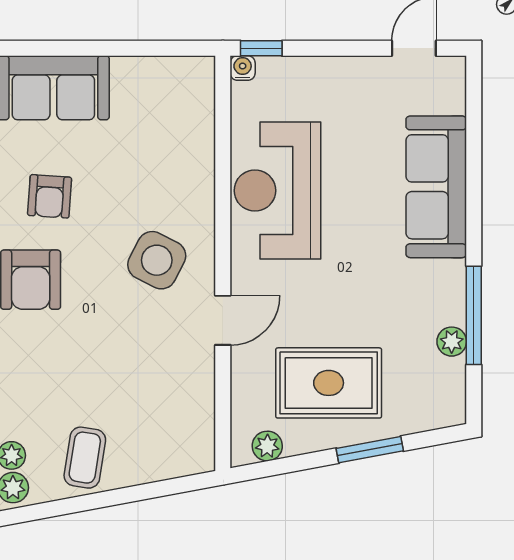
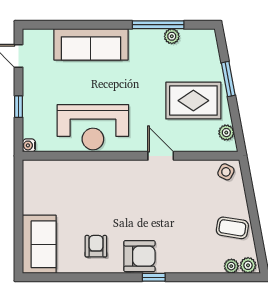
window: (261, 48) -> (19, 107), moved
armchair: (50, 196) -> (96, 246), turned -94
side table: (157, 260) -> (226, 172), moved, width x0.54, depth x0.54
rug: (329, 383) -> (193, 101), turned 90

